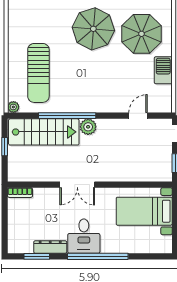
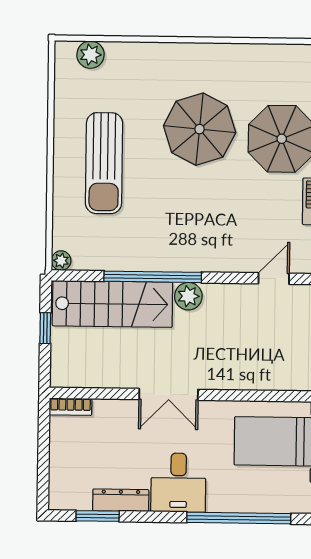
sun lounger: (38, 73) -> (104, 163), moved
window: (98, 256) -> (239, 518), moved

